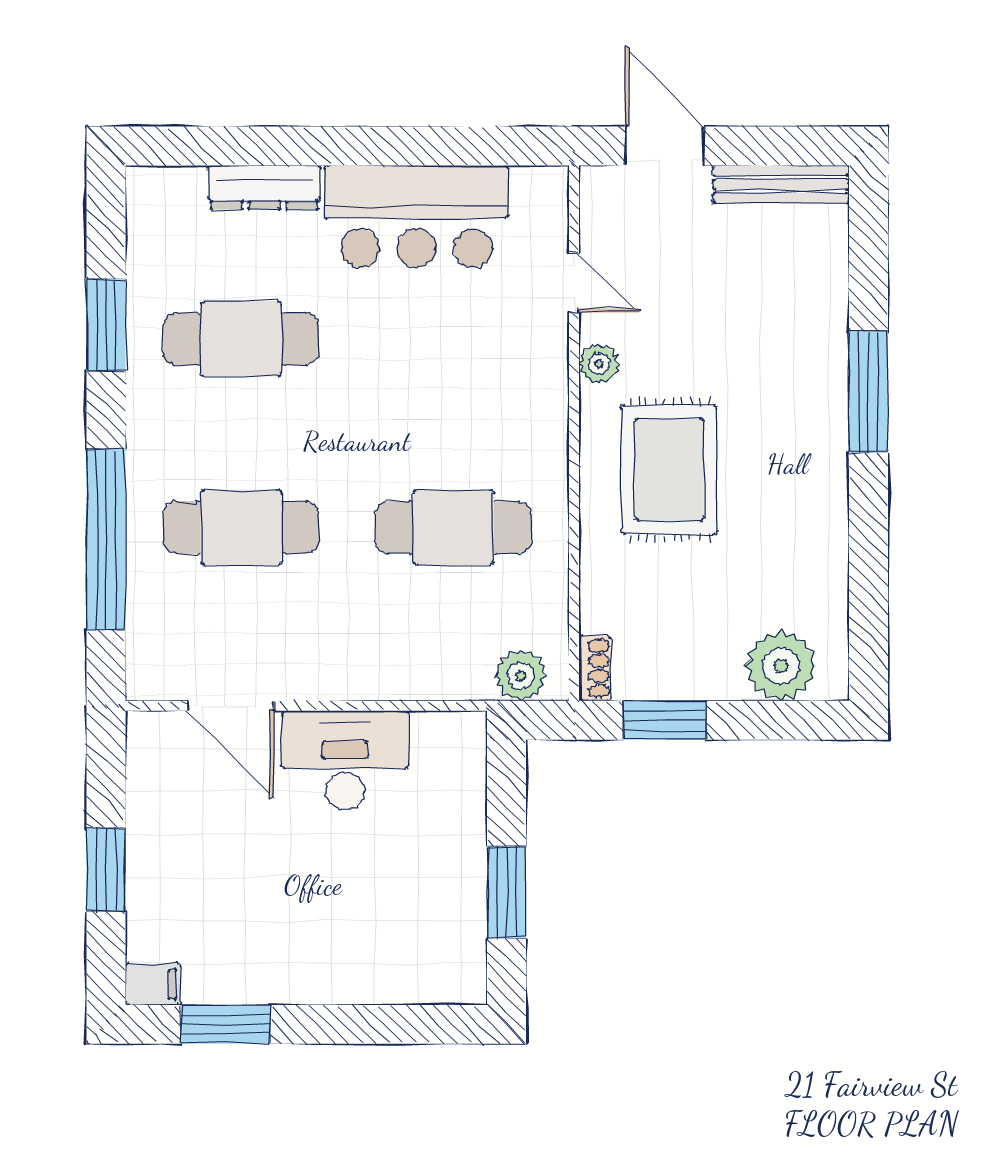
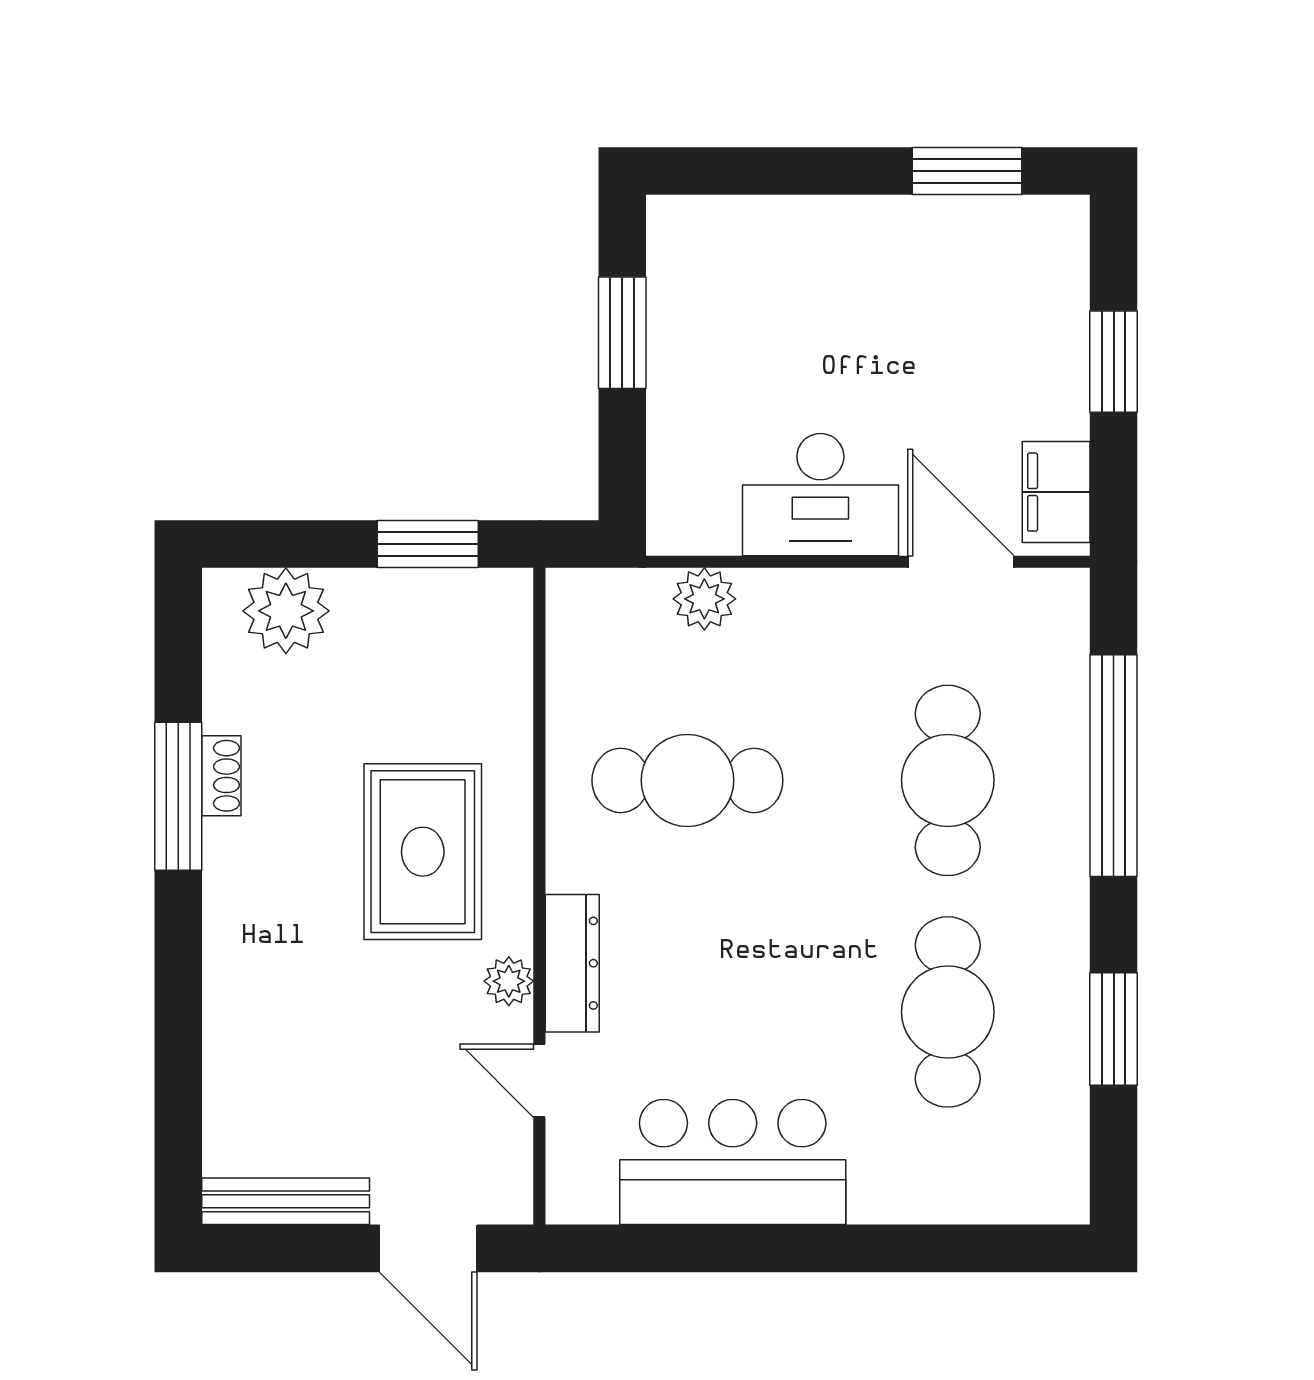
dresser: (264, 187) -> (572, 963), moved, turned 90
cafe table: (241, 339) -> (948, 1012), turned 90
window: (868, 392) -> (178, 796), moved
cafe table: (241, 528) -> (948, 780), turned 90
shoe rack: (595, 668) -> (221, 776), moved, turned 180
plant: (521, 676) -> (704, 599), moved
filing cabinet: (153, 984) -> (1056, 492), moved, width x2.00

